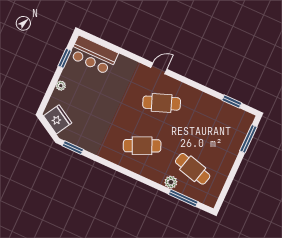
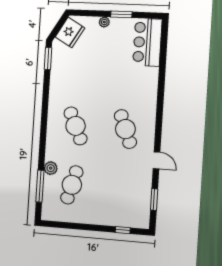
window: (65, 58) -> (121, 14), moved
door: (159, 68) -> (157, 160), moved
window: (248, 139) -> (123, 230), width x0.46

